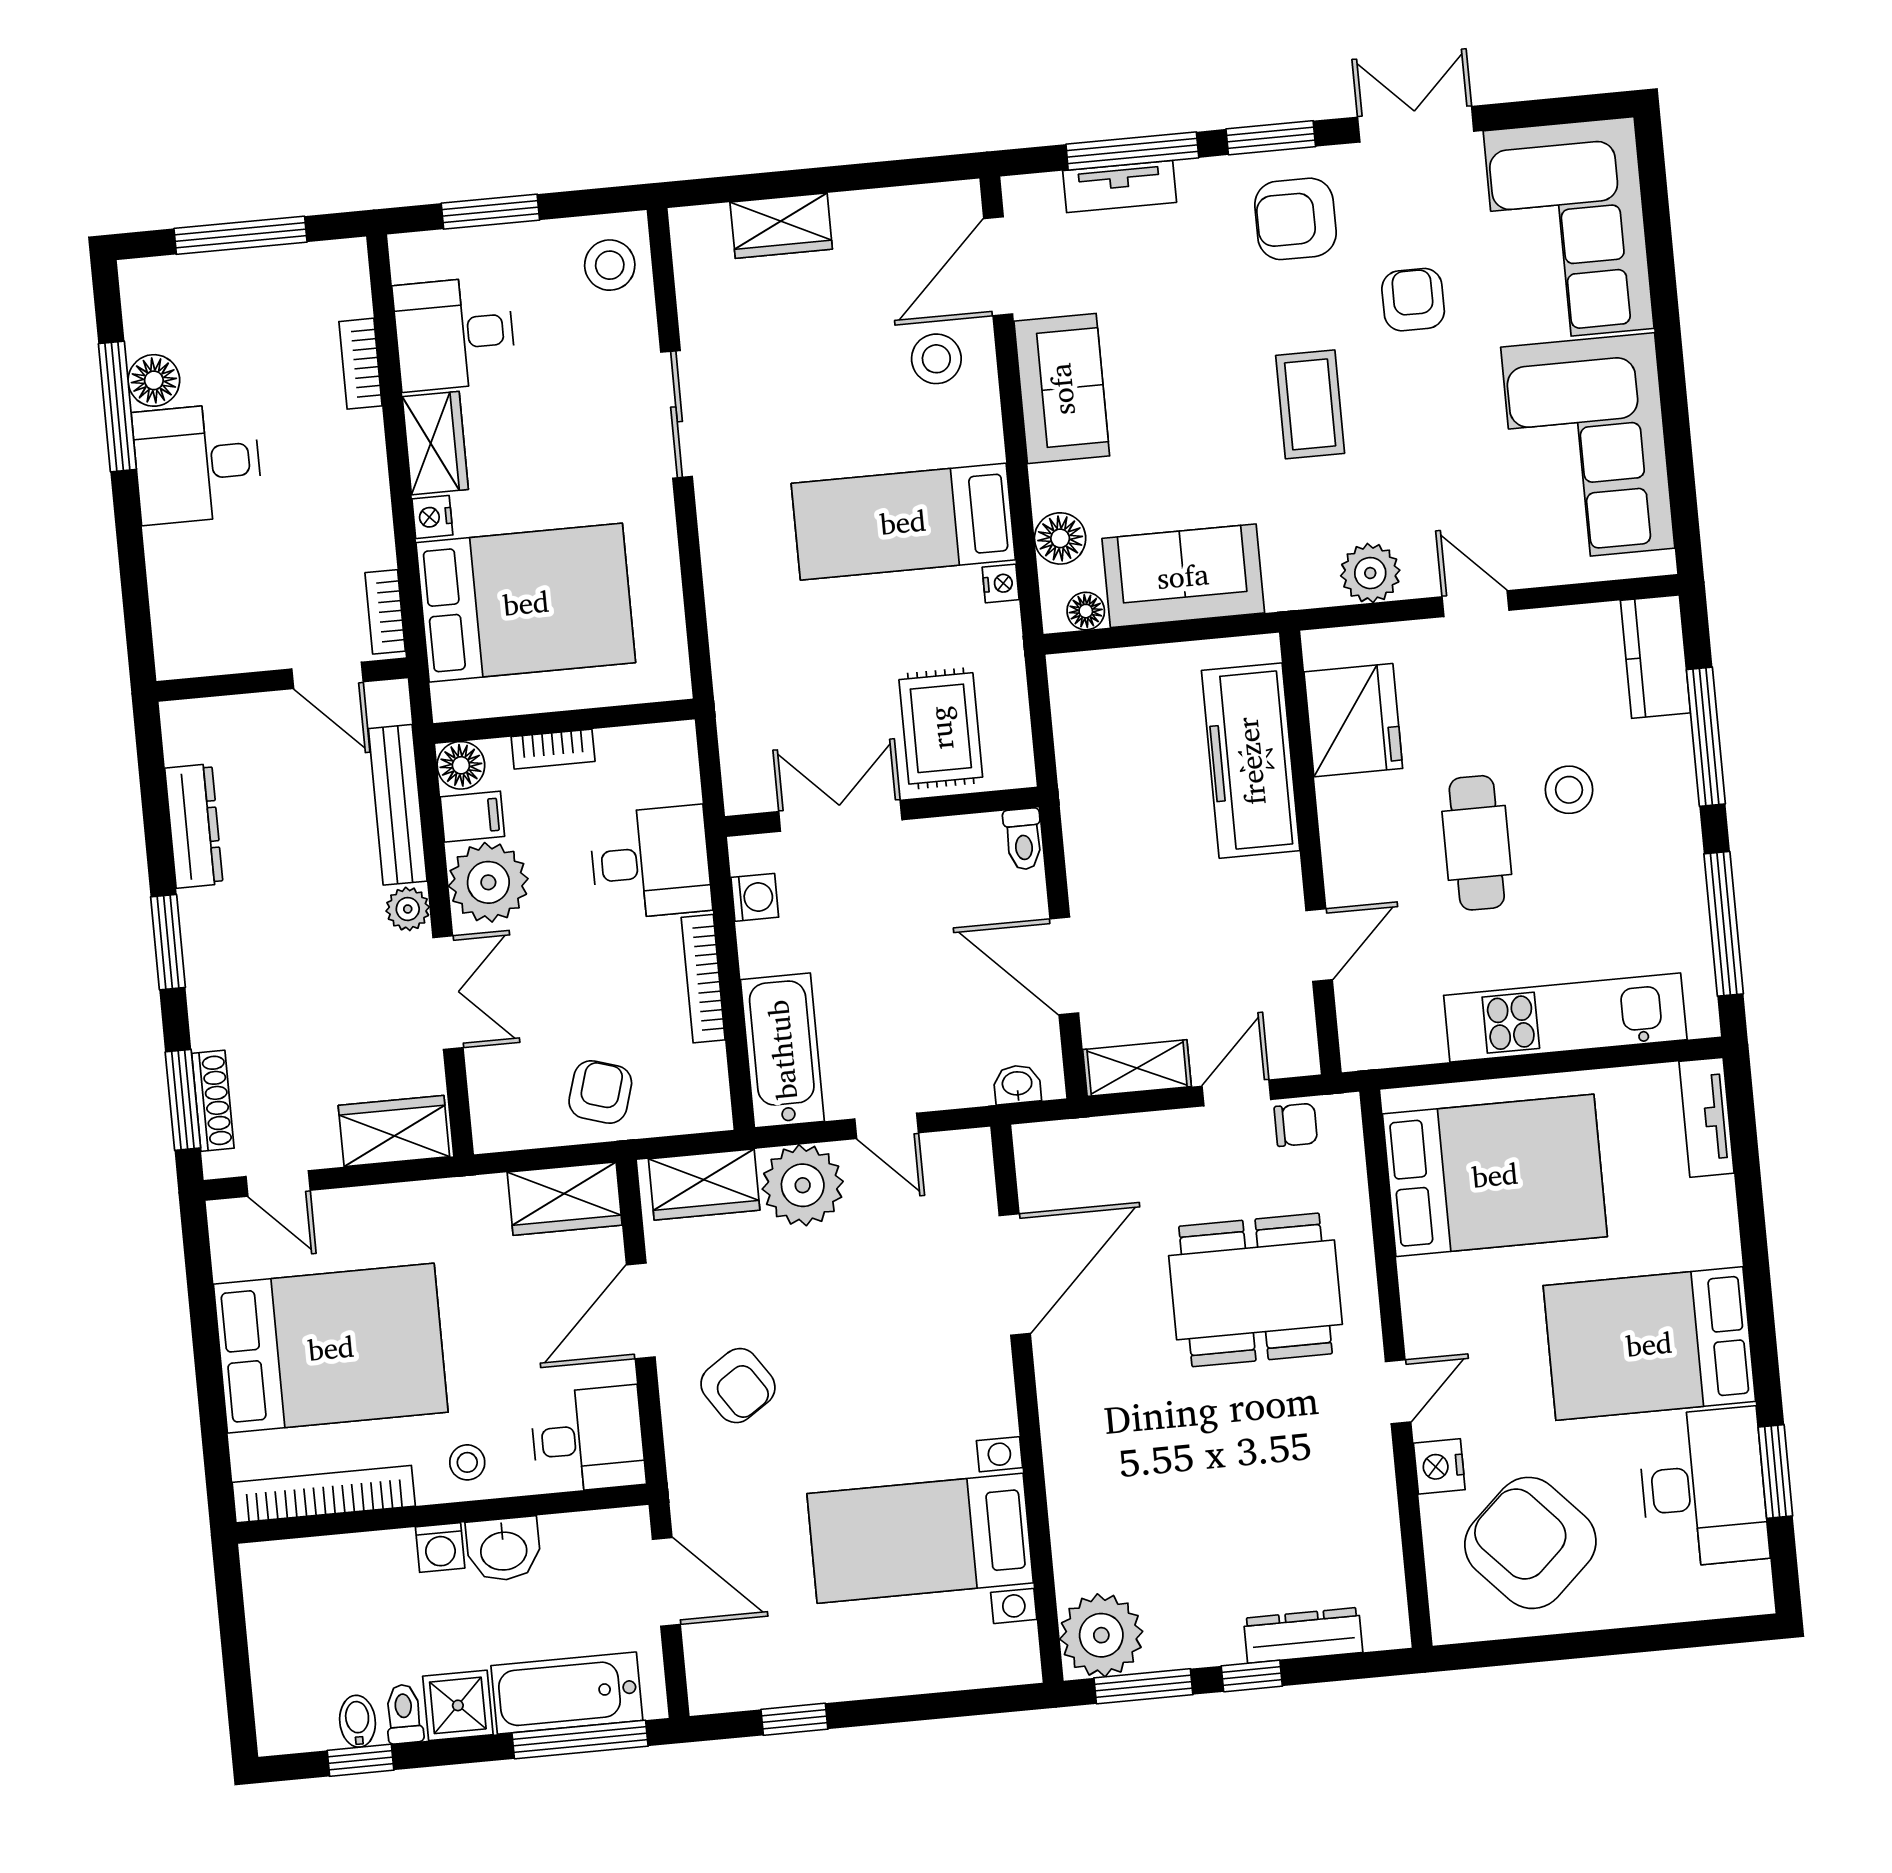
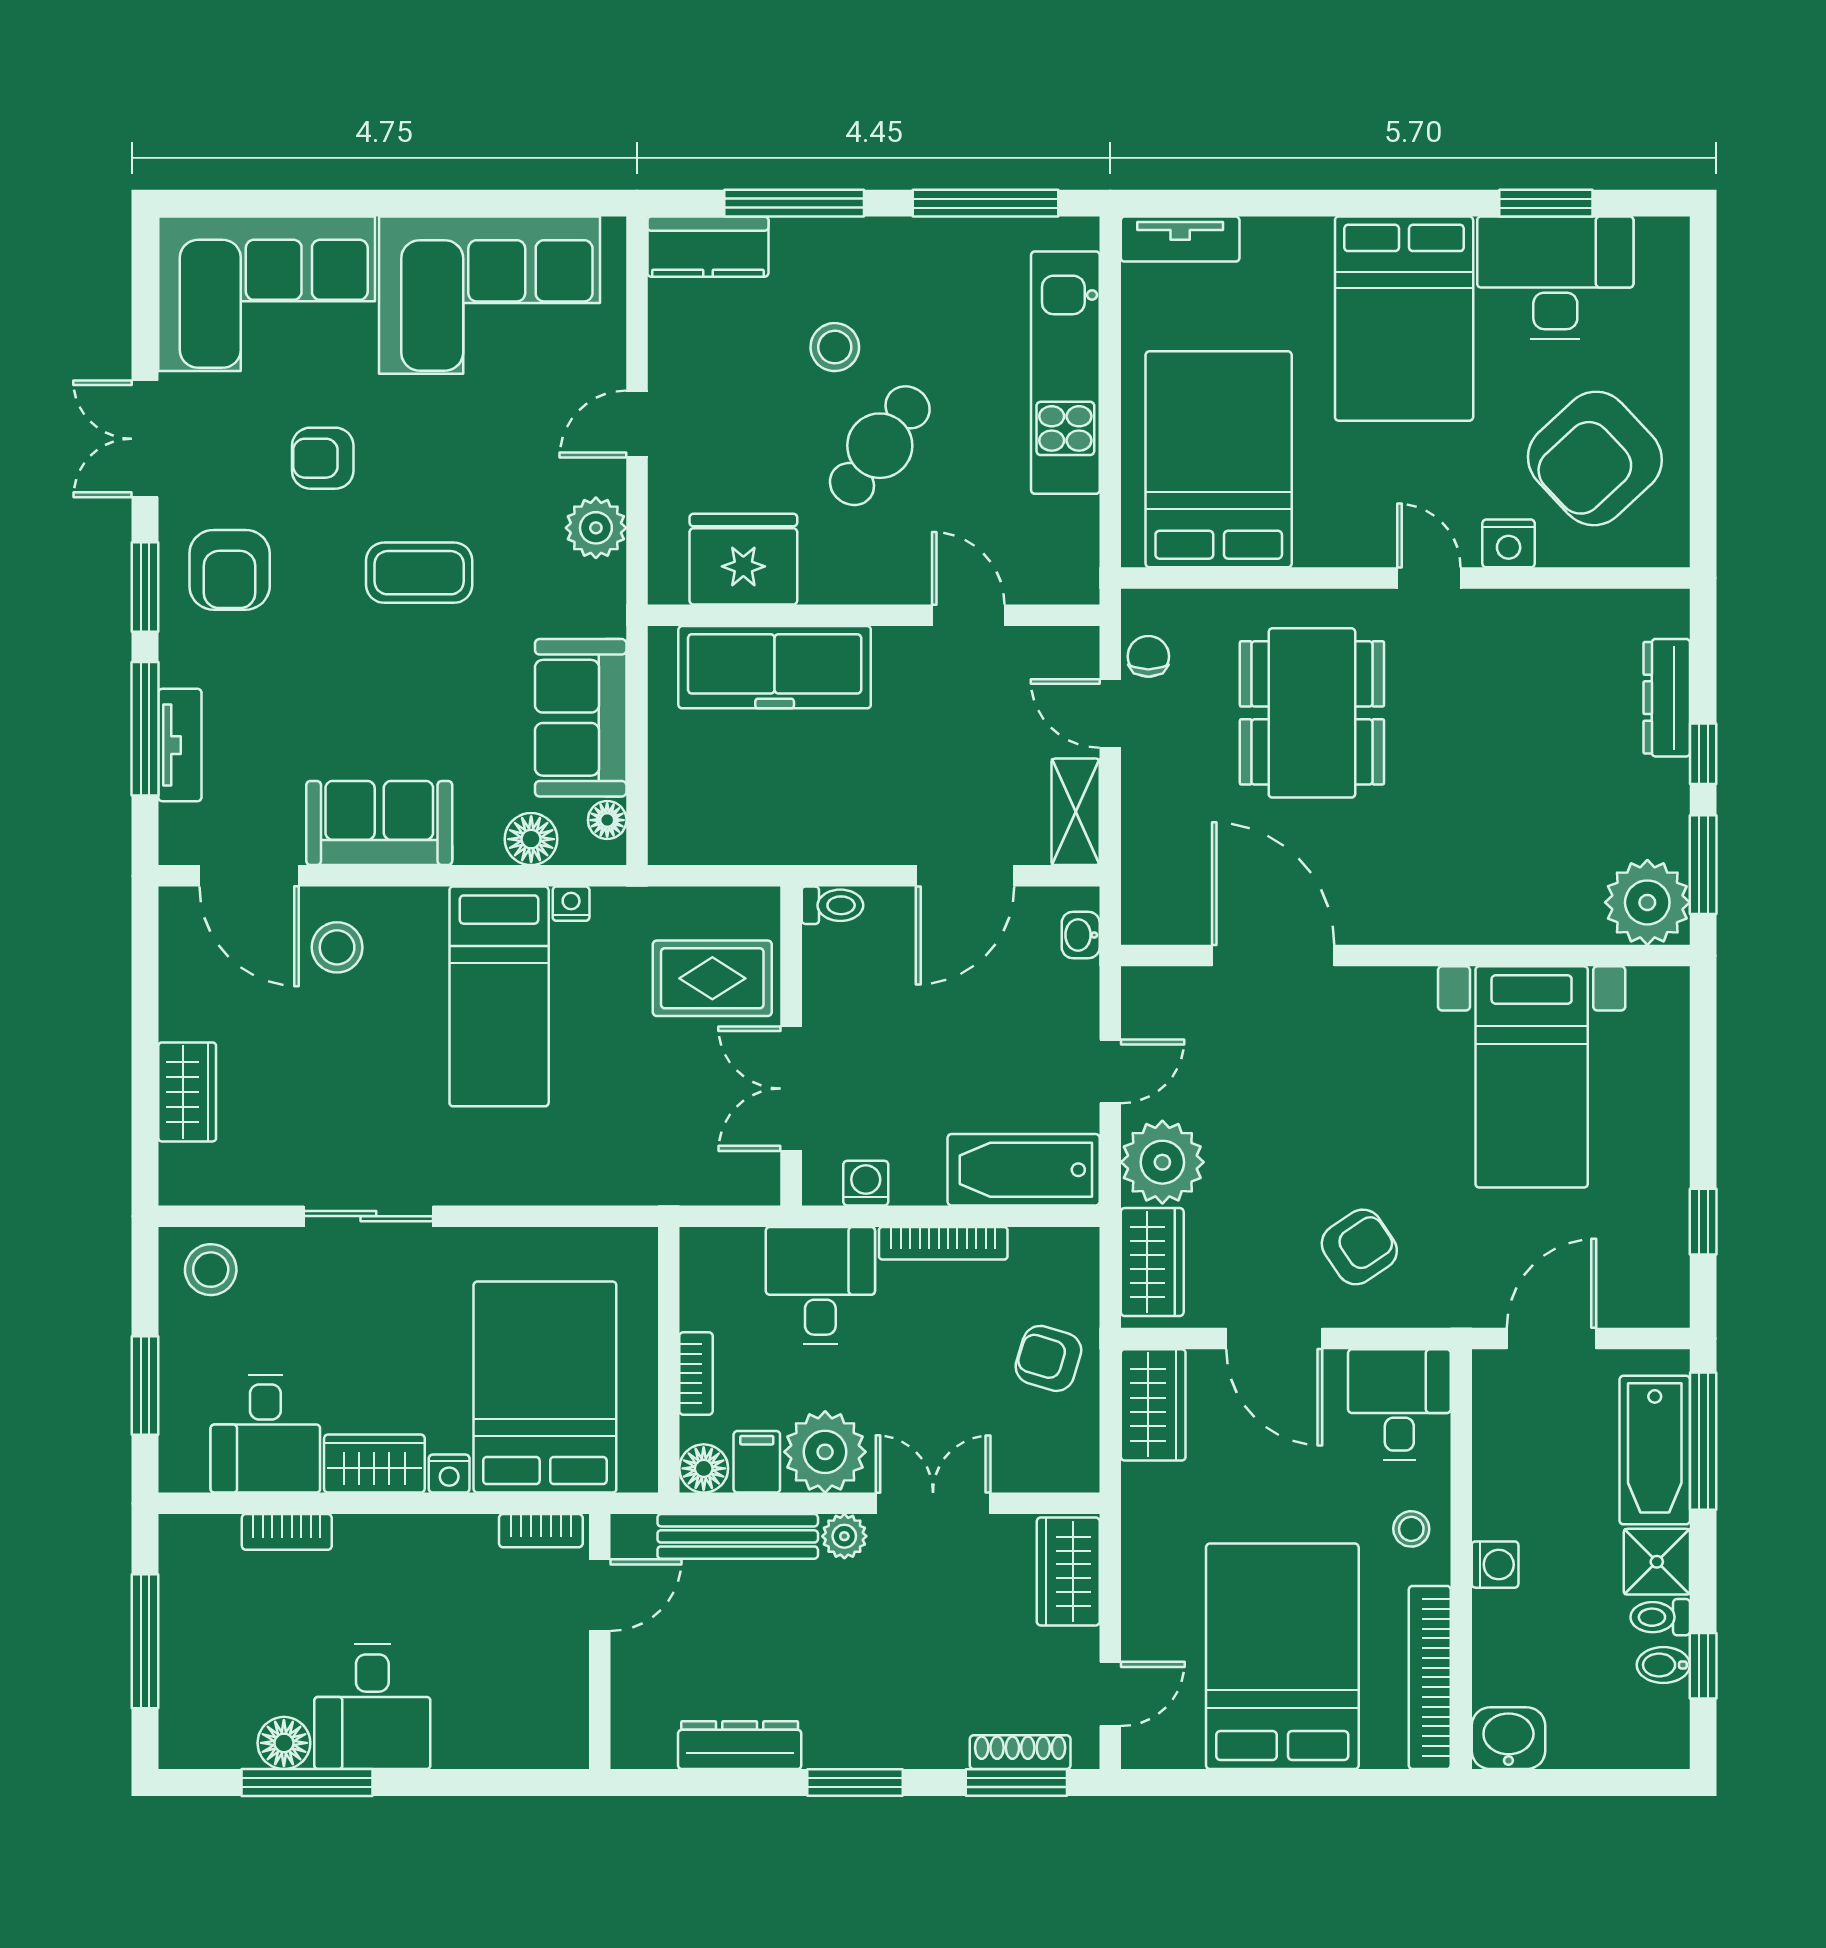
cafe table: (1477, 843) -> (880, 446), turned -54
washbasin: (504, 1549) -> (1508, 1738), moved, turned -90

